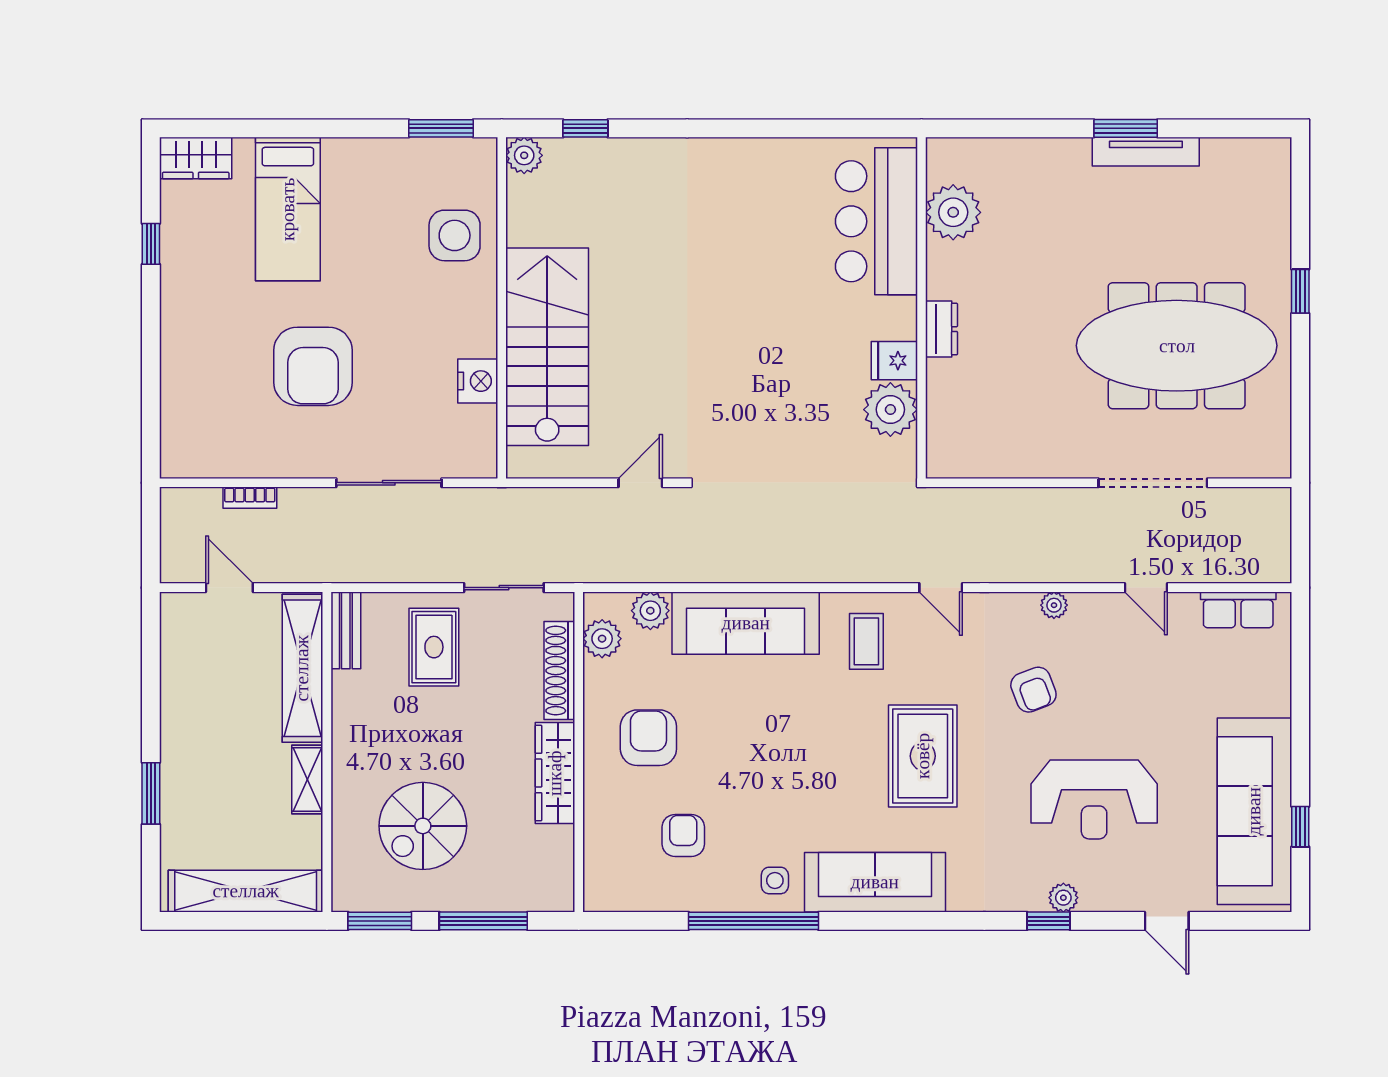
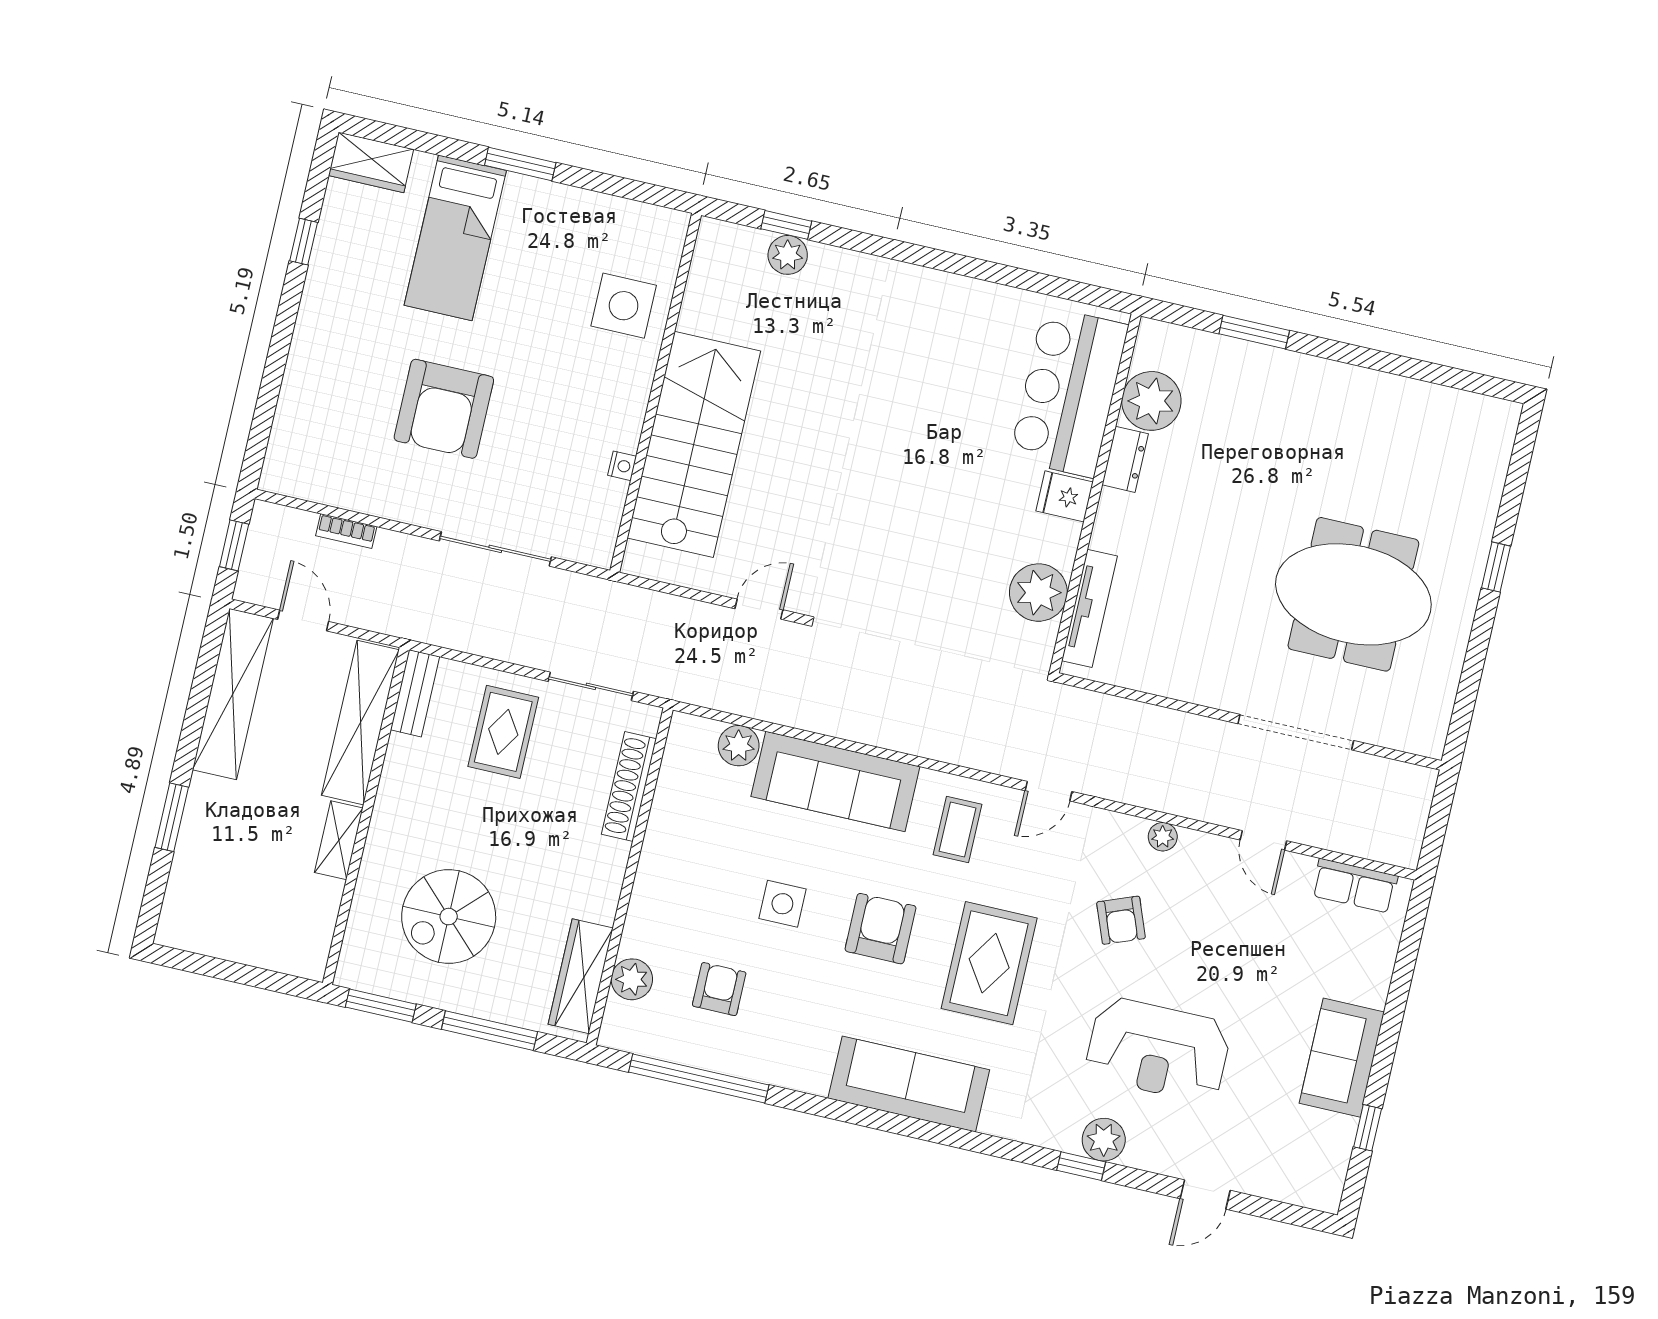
window: (441, 128) -> (520, 164), moved
window: (1126, 128) -> (1254, 332), moved
tv unit: (1146, 152) -> (1089, 608), moved, turned -90
plant: (524, 155) -> (788, 255), moved
dresser: (941, 329) -> (1125, 459), moved
meeting table: (1177, 346) -> (1353, 594), width x0.73
fridge: (894, 361) -> (1065, 496), moved
nightstand: (478, 381) -> (622, 466), width x0.53, depth x0.56
window: (151, 534) -> (234, 545), added
door: (941, 588) -> (1048, 791), hinge flipped
plant: (602, 639) -> (632, 979), moved
armchair: (648, 738) -> (880, 929), moved
wardrobe: (555, 773) -> (581, 976), moved
sofa: (1254, 811) -> (1342, 1058), width x0.54, depth x0.79
side table: (775, 880) -> (782, 904), moved, width x1.37, depth x1.37
shelving: (246, 891) -> (233, 694), moved, turned 90
plant: (1063, 898) -> (1104, 1140), width x1.38, depth x1.38
window: (753, 921) -> (699, 1079), moved
door: (1167, 921) -> (1205, 1194), hinge flipped

